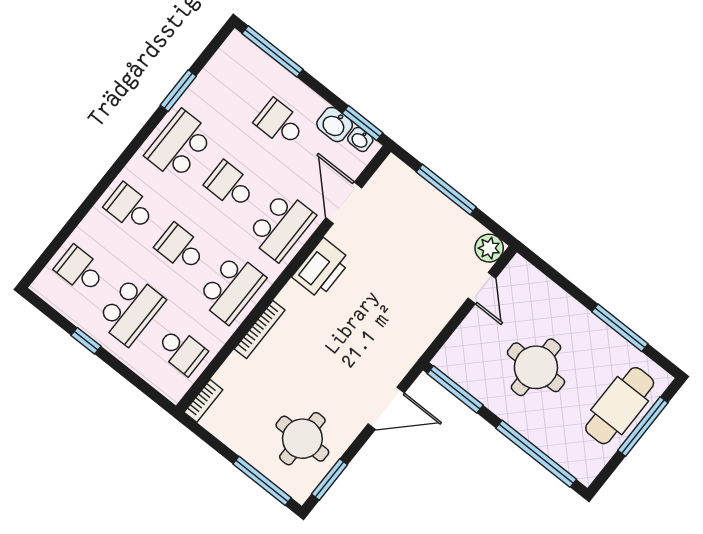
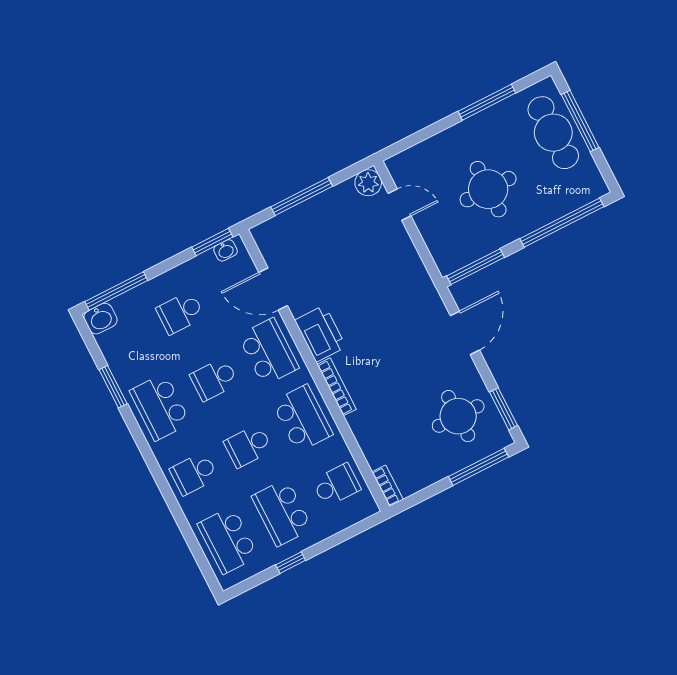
washbasin: (335, 124) -> (101, 319), moved
school desk: (80, 270) -> (228, 540), width x1.85
school desk: (131, 310) -> (282, 513), turned 180
bookcase: (260, 330) -> (337, 387), moved

